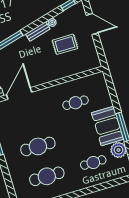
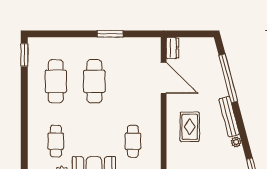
bench: (38, 31) -> (229, 117), width x1.36
rug: (65, 44) -> (190, 127), moved

